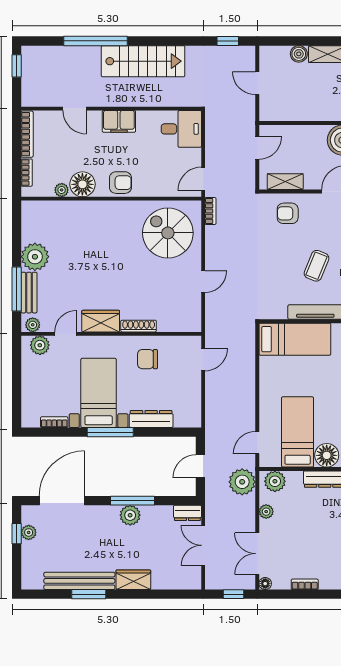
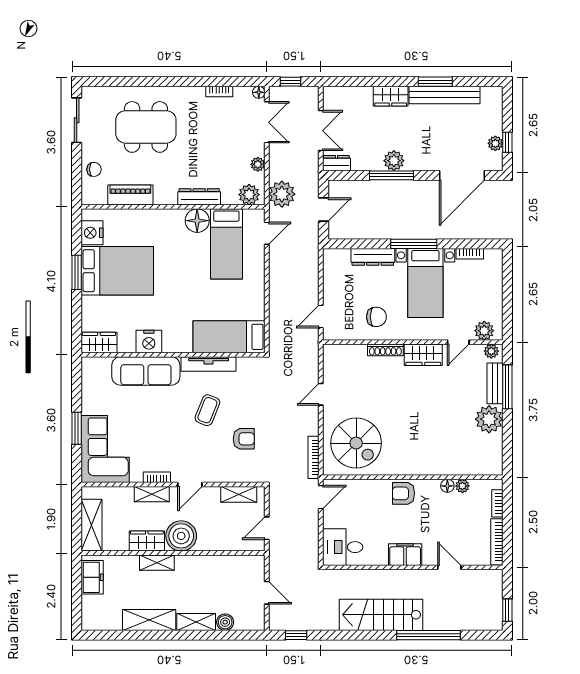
floor lamp: (82, 184) -> (447, 486), width x0.53, depth x0.53
bookcase: (210, 211) -> (314, 457), width x1.56
armchair: (288, 213) -> (244, 439), moved

